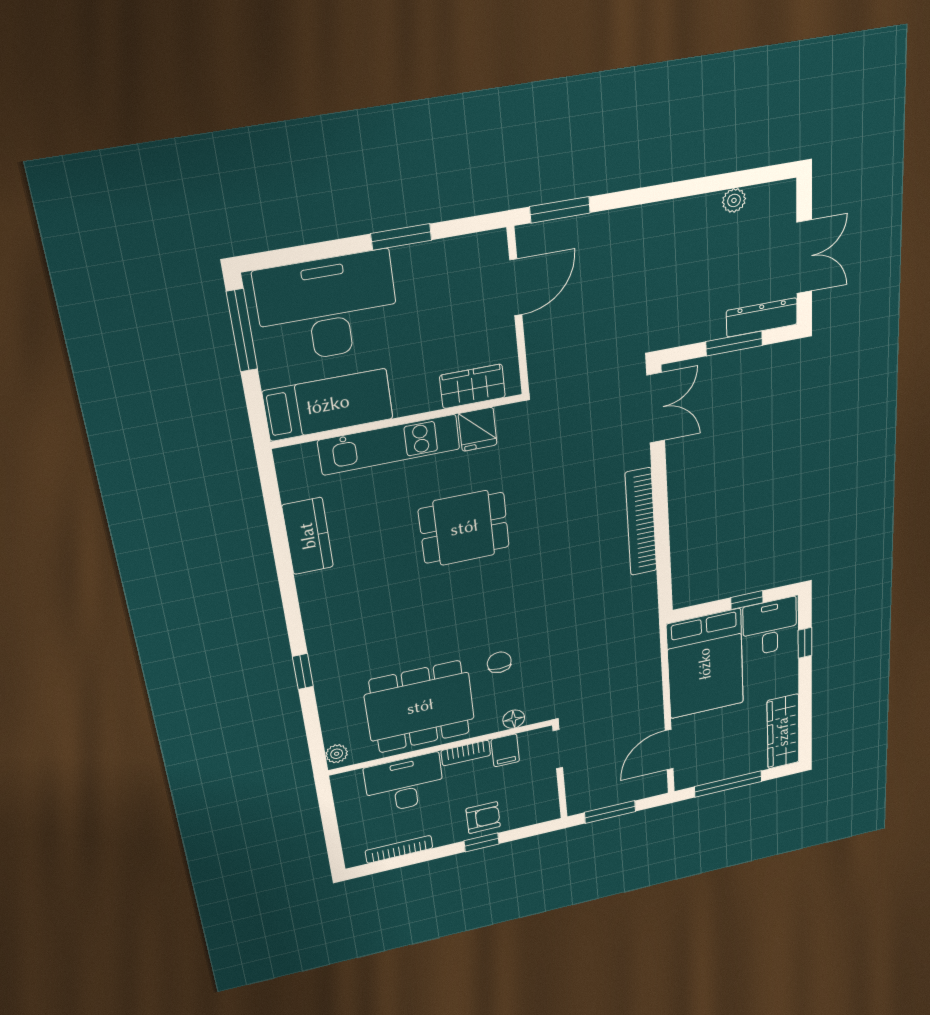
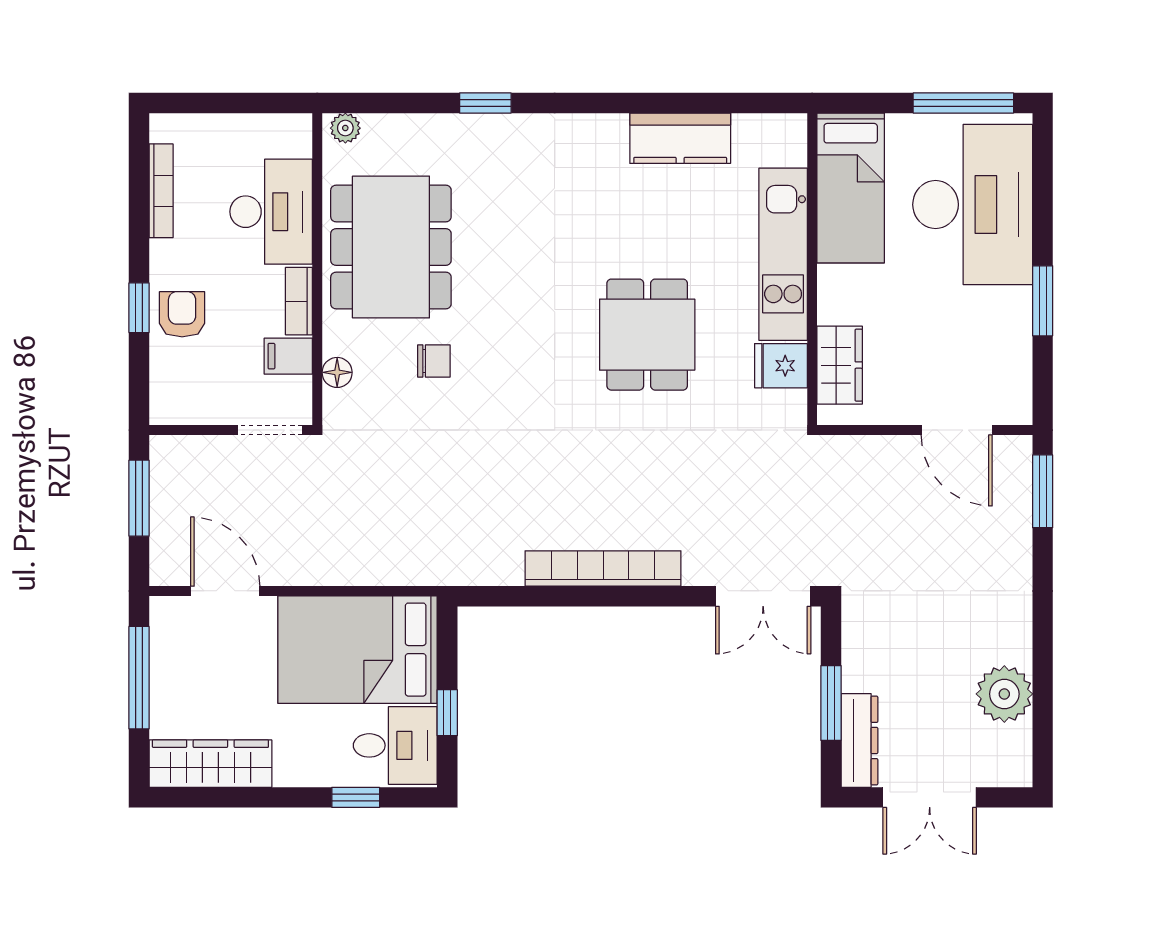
plant: (734, 200) -> (1004, 694), width x1.88, depth x1.88
armchair: (483, 818) -> (182, 314), turned 180

